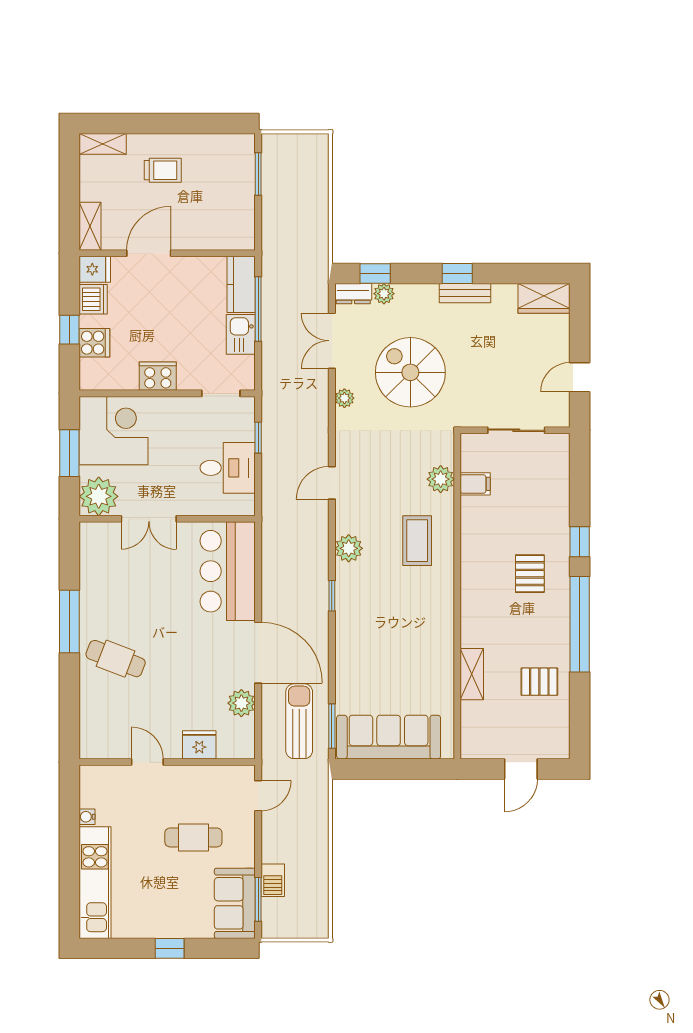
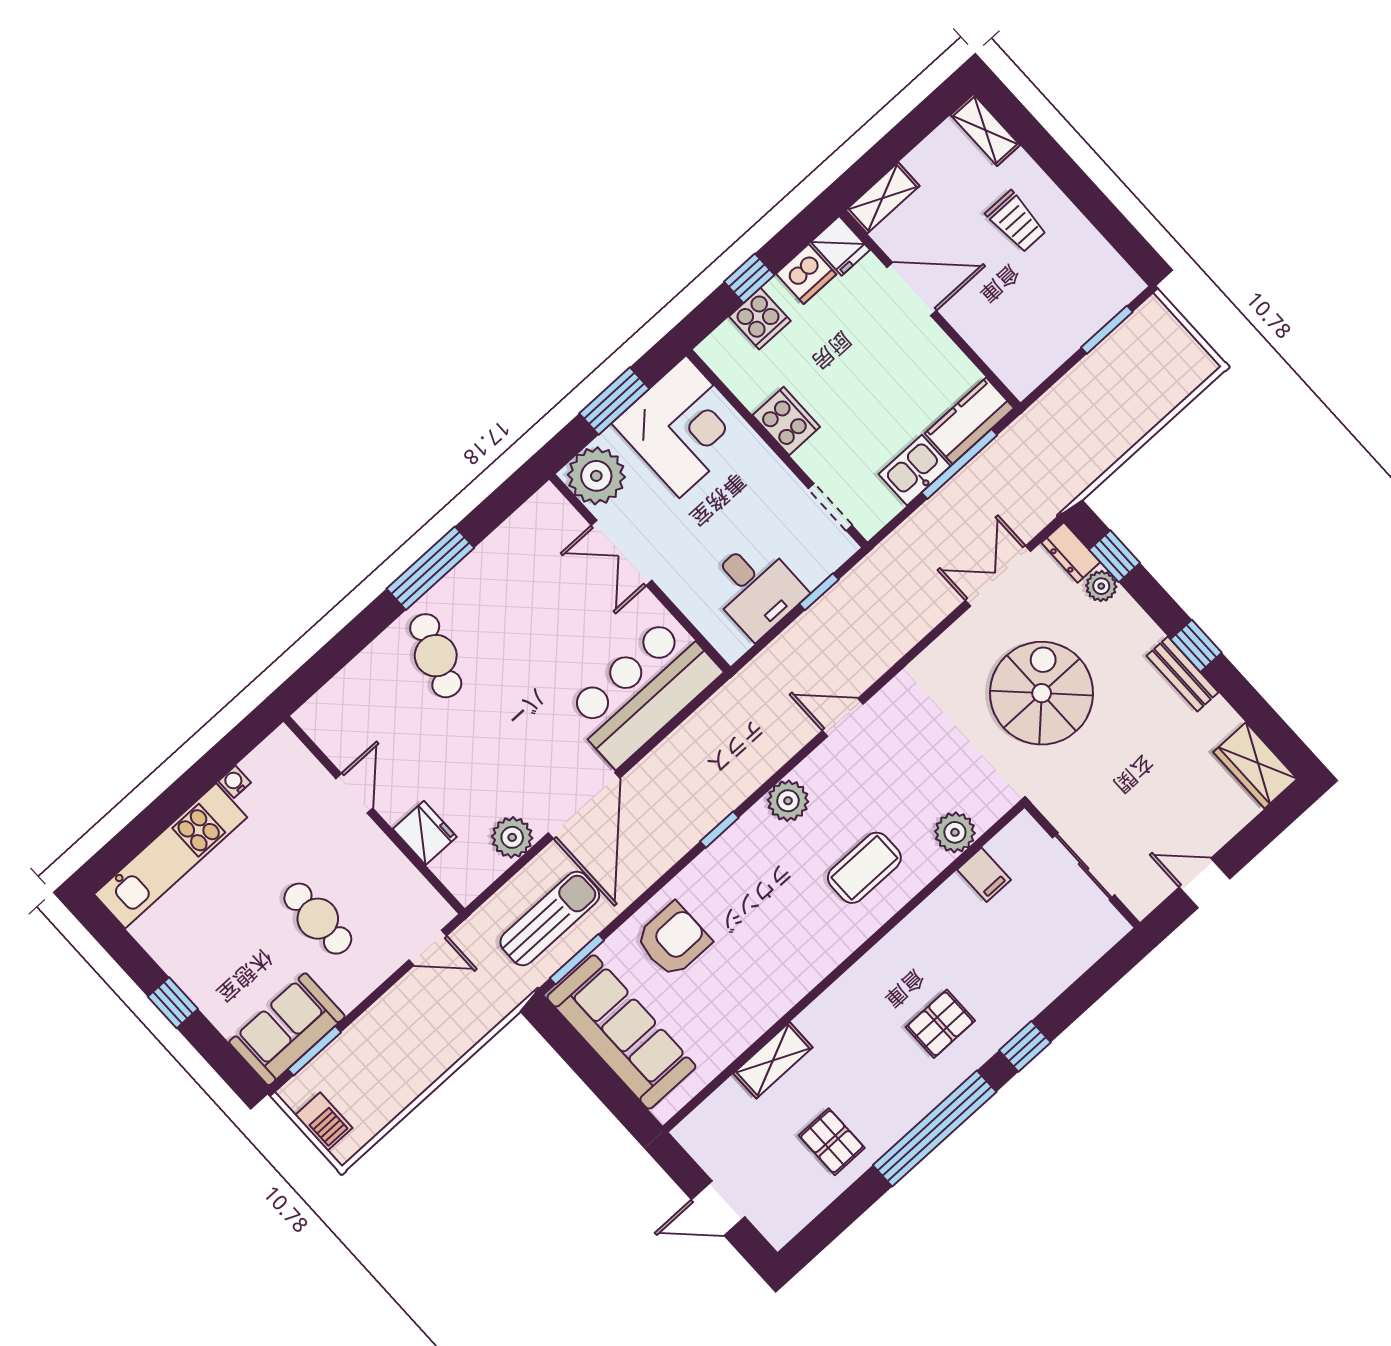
plant: (344, 398) -> (948, 647), removed
armchair: (366, 669) -> (673, 940), added
barbecue: (273, 880) -> (324, 1121), moved, turned -90

